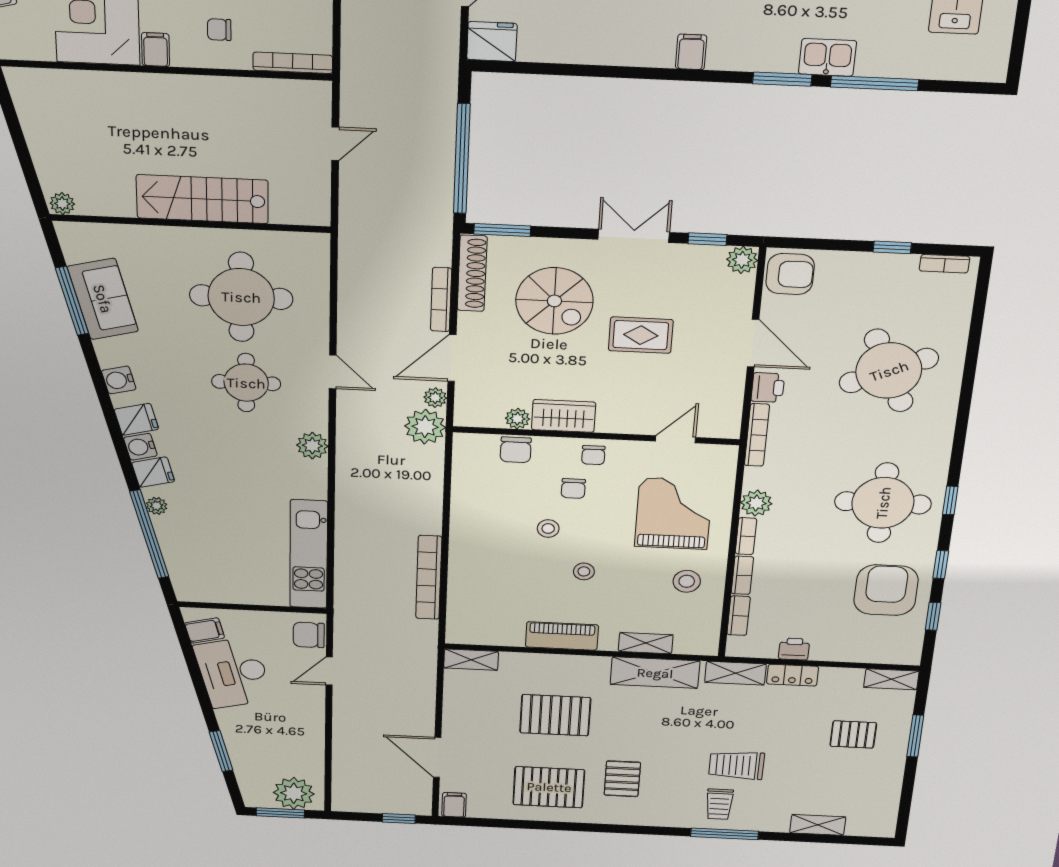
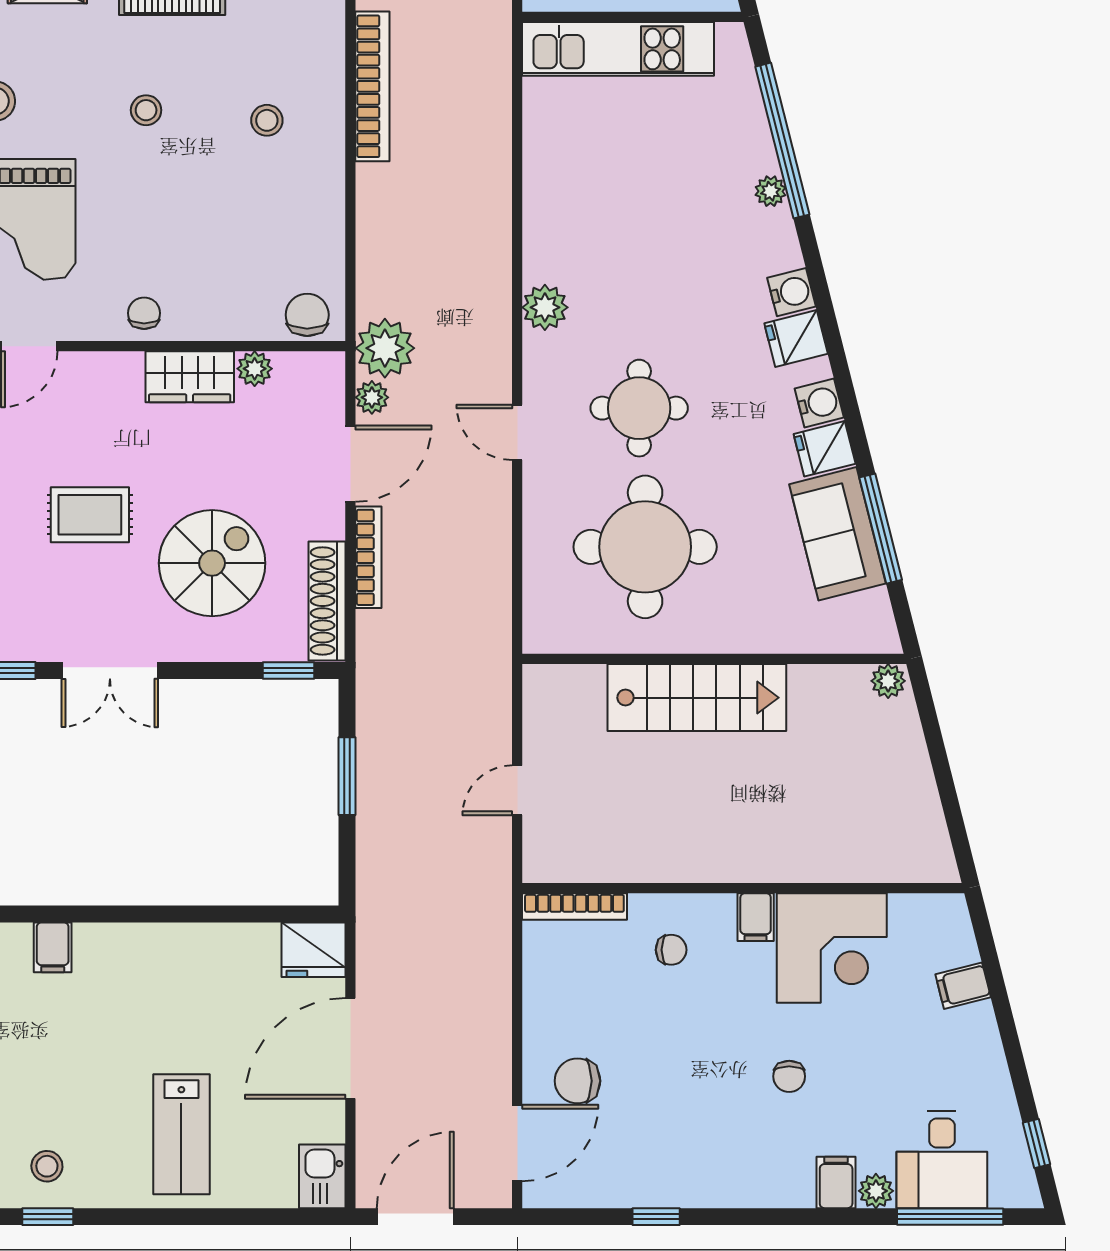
window: (462, 159) -> (347, 776), width x0.47
window: (502, 230) -> (288, 671), width x0.67
spiral stairs: (554, 301) -> (212, 563), turned 90
chair: (516, 450) -> (307, 315), moved
fridge: (153, 472) -> (825, 449), moved
chair: (573, 488) -> (169, 255), removed
stool: (548, 529) -> (267, 120), moved
kitchen unit: (309, 554) -> (618, 49), moved, turned 90

